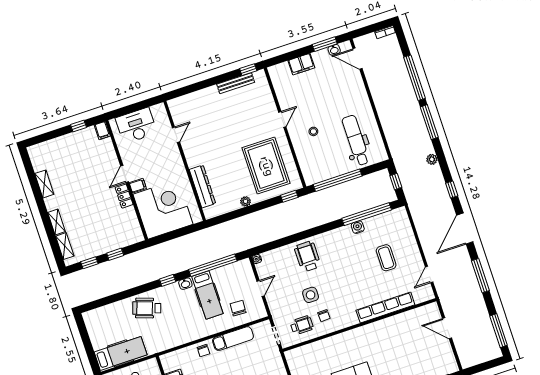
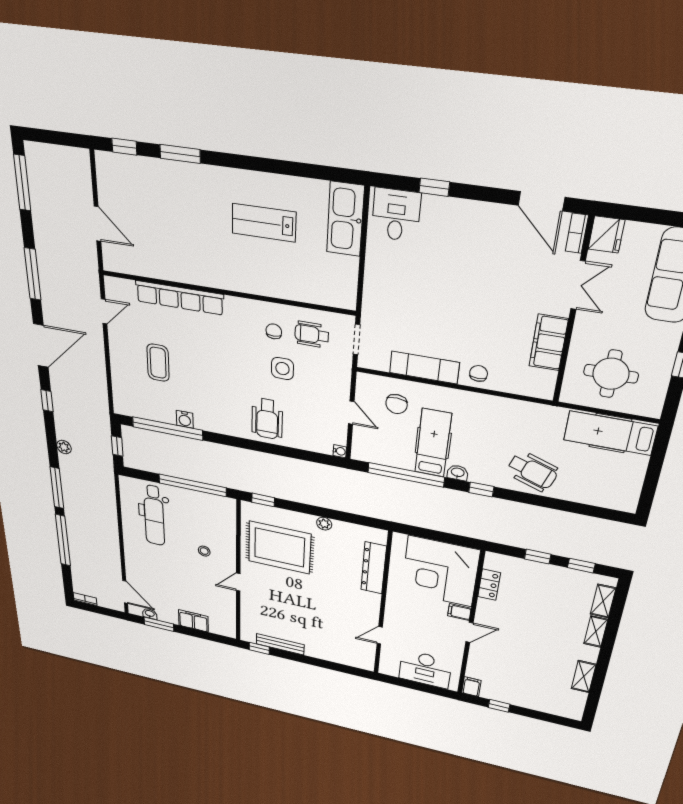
rug: (266, 166) -> (279, 548), turned 90
locker: (124, 196) -> (489, 585), moved
door: (261, 288) -> (351, 413), swing flipped

